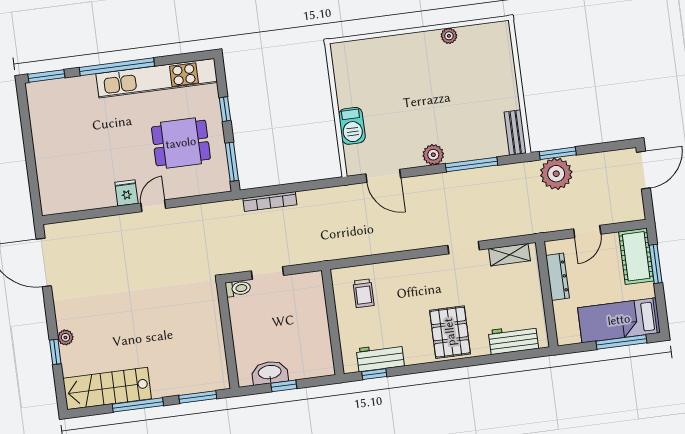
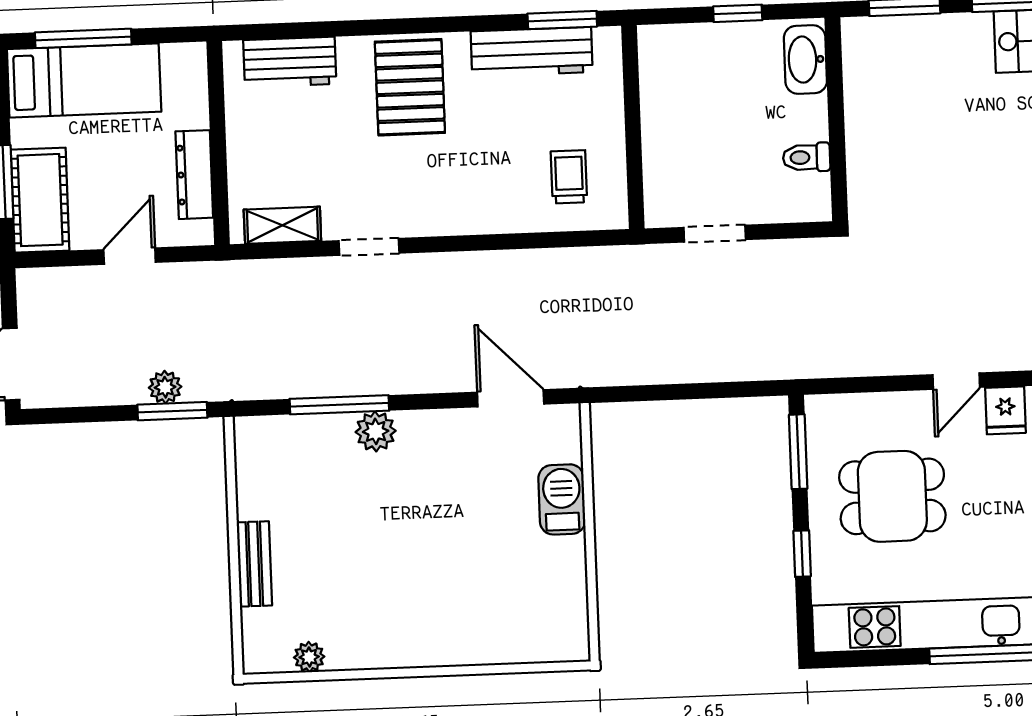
plant: (449, 36) -> (309, 657), moved
bench: (515, 133) -> (254, 564), moved
plant: (433, 155) -> (376, 431), moved
plant: (556, 174) -> (165, 387), width x0.53, depth x0.53
bookcase: (270, 202) -> (732, 369), removed
doorway: (267, 273) -> (715, 234), moved
toilet: (238, 289) -> (807, 157), moved
workbench: (380, 357) -> (532, 52), width x1.37
washbasin: (270, 373) -> (805, 59), moved, turned 90
window: (374, 374) -> (562, 20), width x1.50

